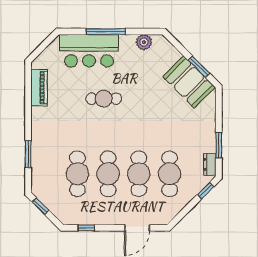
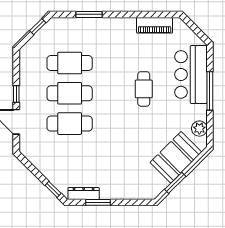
booth: (189, 82) -> (176, 157), moved
dresser: (210, 164) -> (84, 194), width x1.44
cafe table: (170, 174) -> (70, 154), removed
window: (86, 228) -> (16, 94), moved

